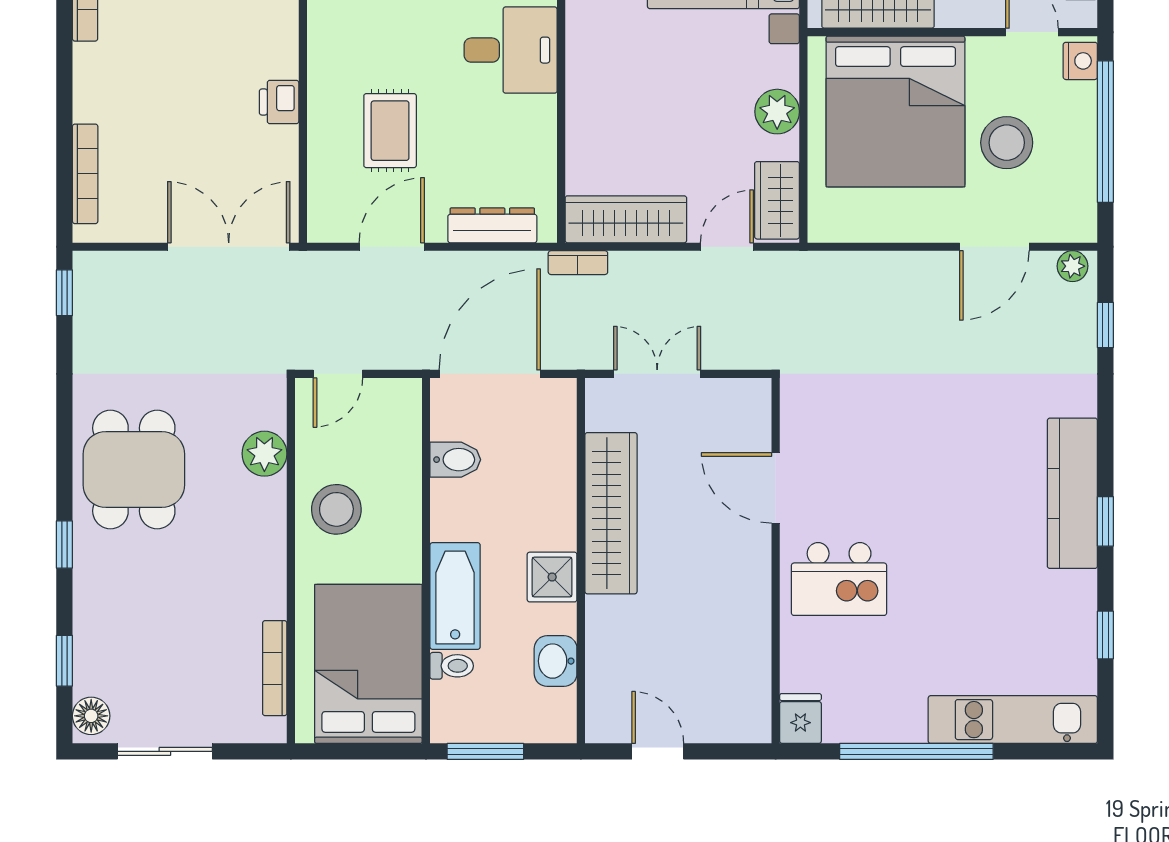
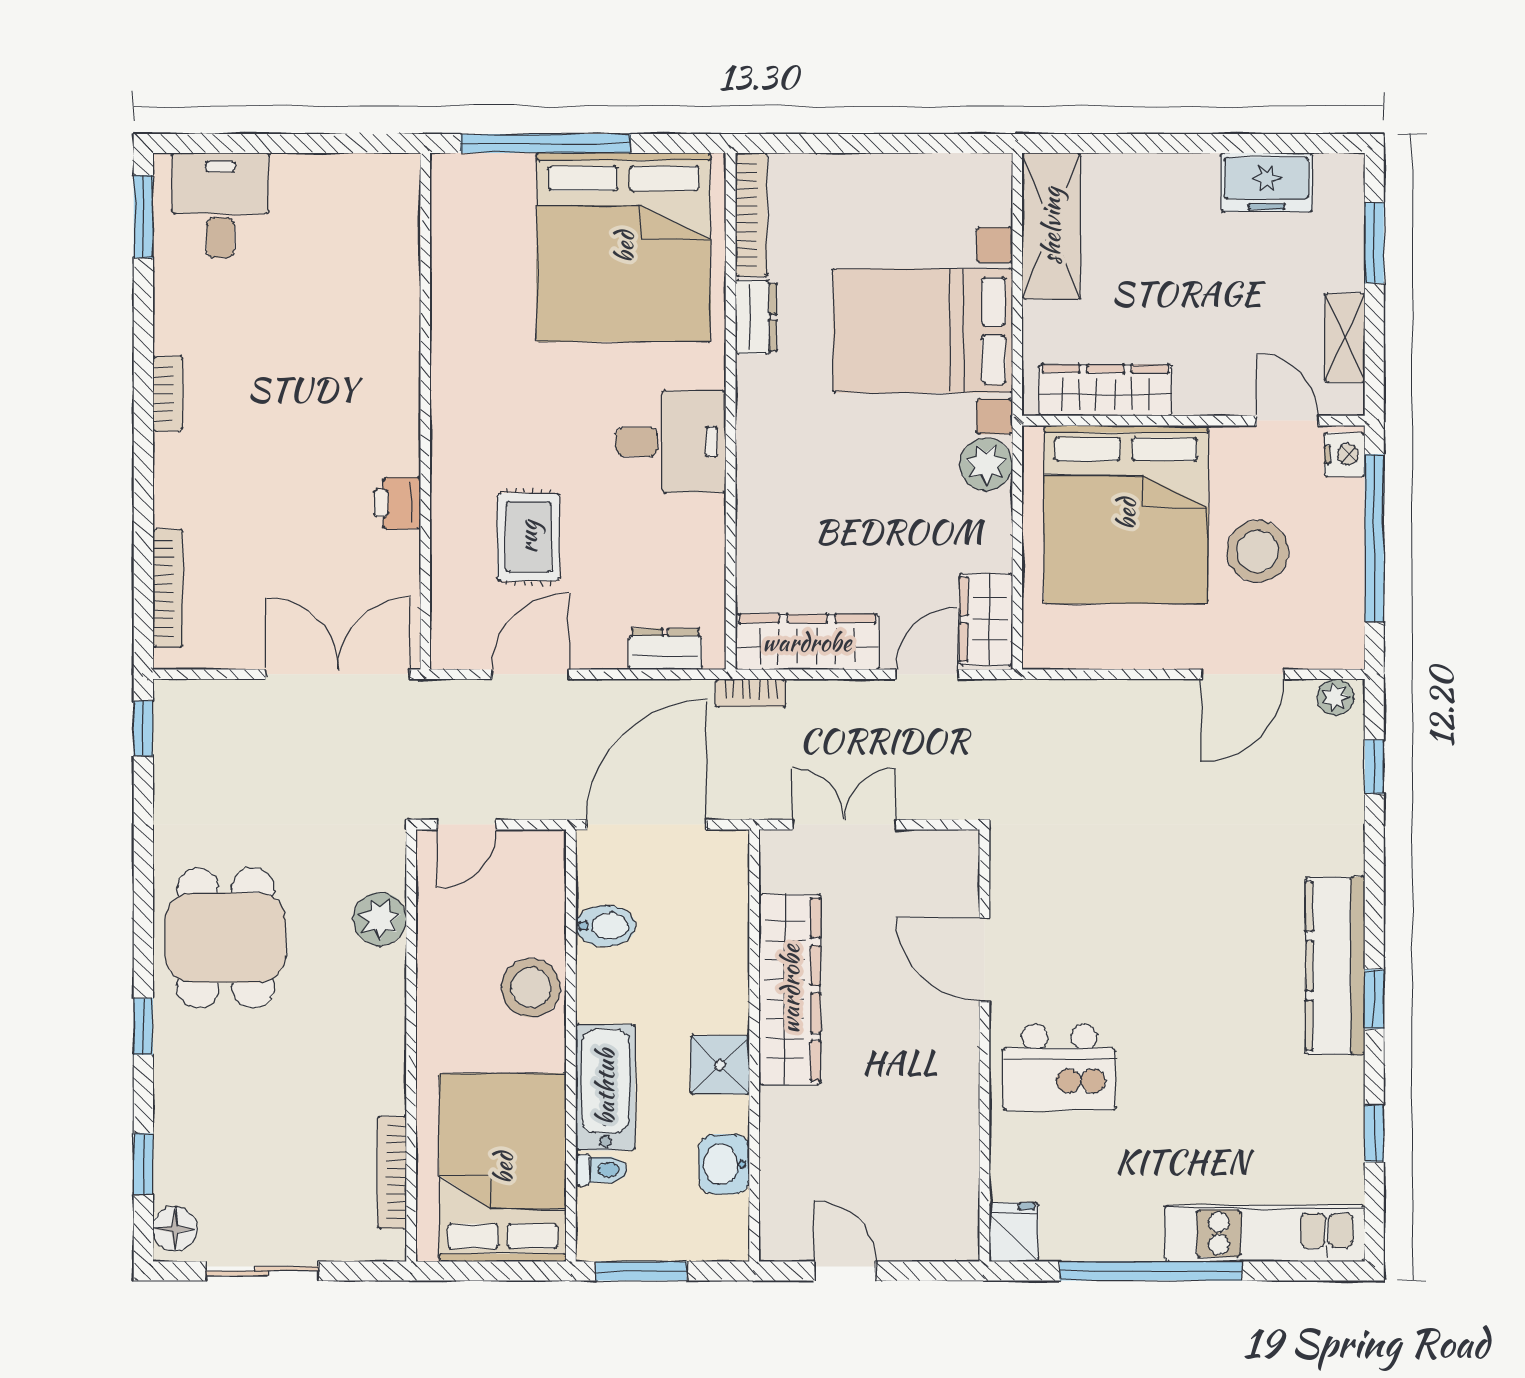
plant: (777, 112) -> (986, 464), moved
dresser: (492, 225) -> (665, 649), width x0.70
stool: (336, 509) -> (531, 988), moved

